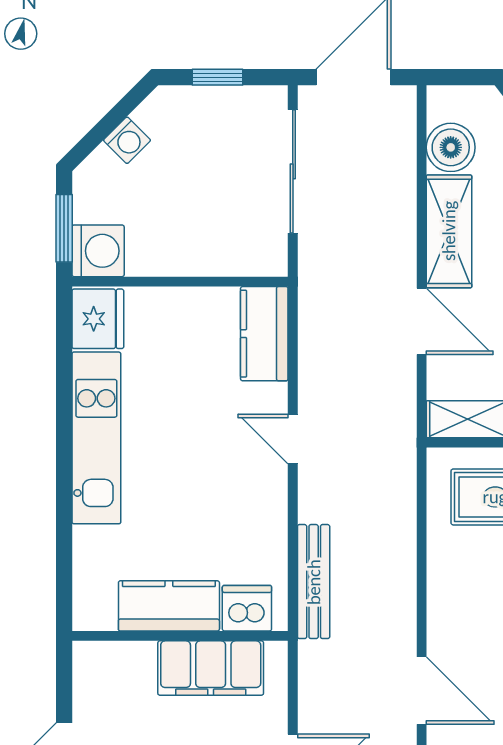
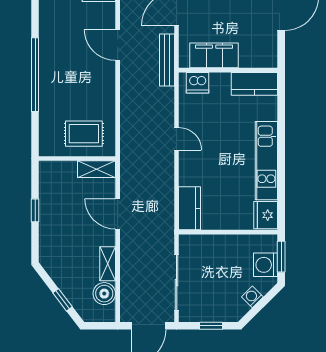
shelving: (449, 231) -> (108, 264), width x0.67, depth x0.75
washing machine: (98, 251) -> (266, 265), moved
door: (293, 439) -> (177, 139), moved
bench: (314, 582) -> (167, 60), moved
kitchen counter: (169, 606) -> (254, 84), moved

